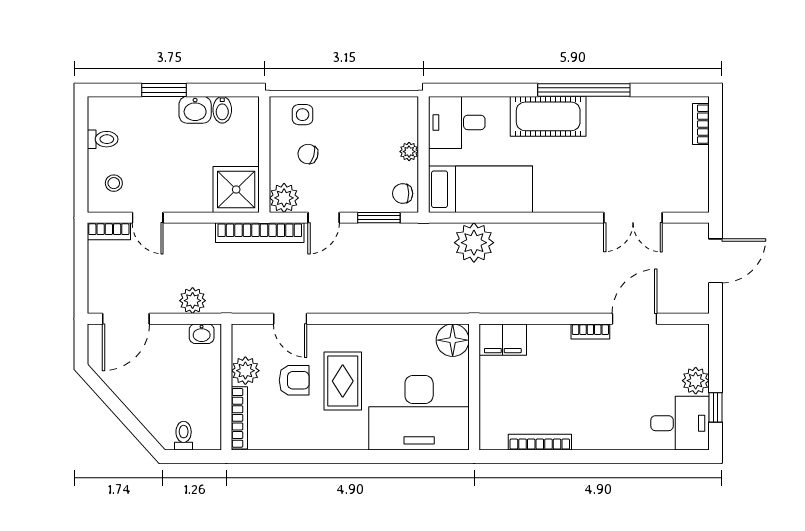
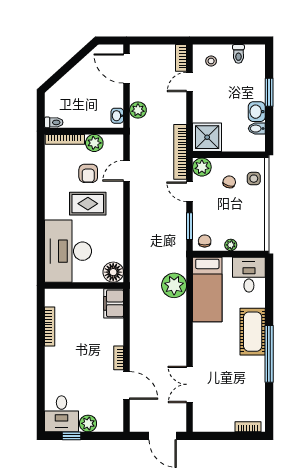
toilet: (184, 436) -> (54, 122), moved

